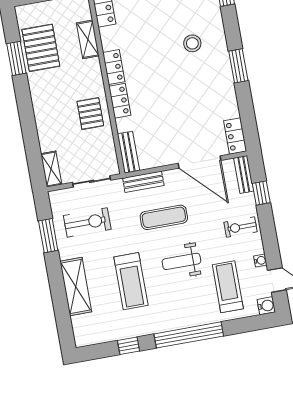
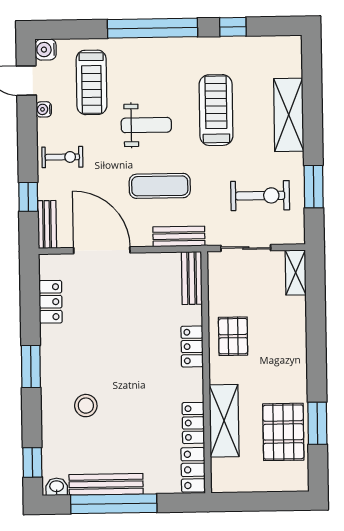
shelving: (88, 39) -> (224, 421), width x1.50, depth x1.33
locker: (114, 67) -> (193, 423), moved
locker: (235, 136) -> (50, 302), moved
exercise bike: (87, 222) -> (260, 196), turned 180

